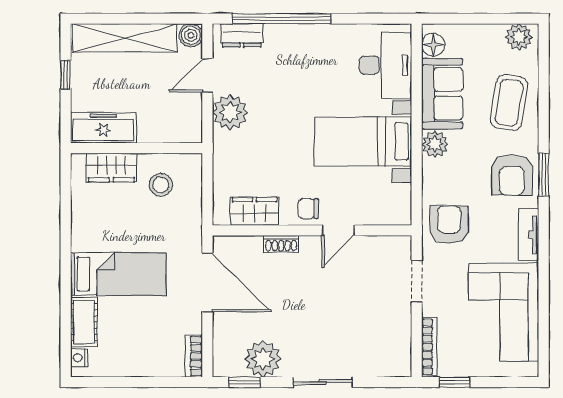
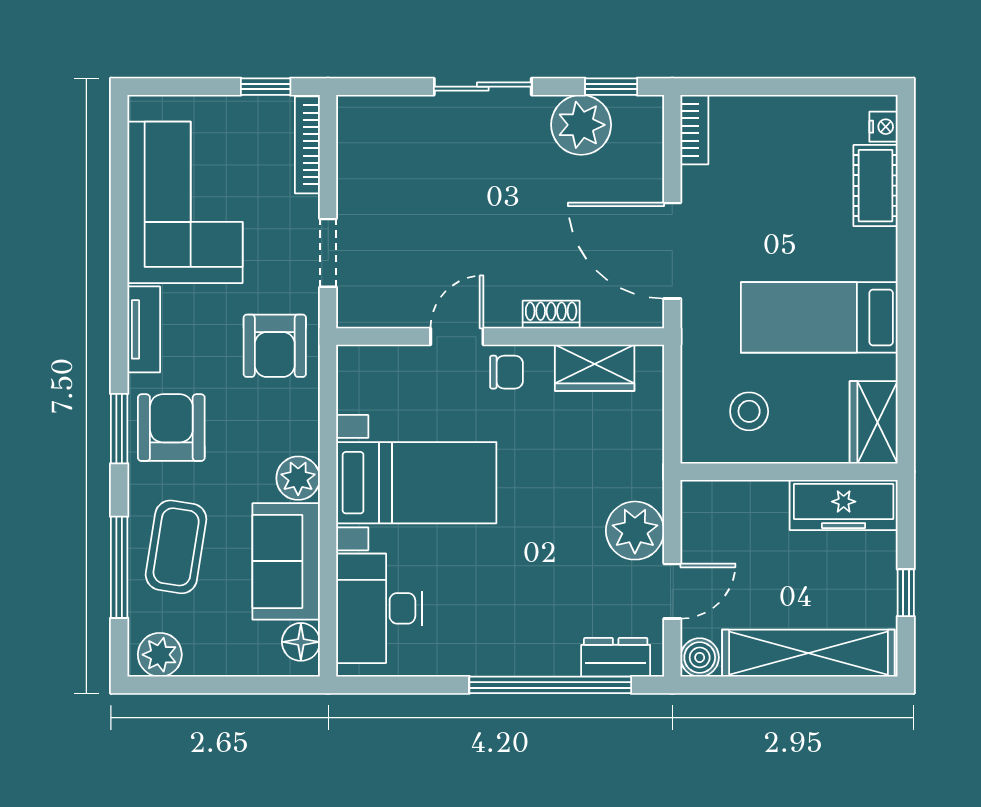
window: (544, 90) -> (119, 567), added
wardrobe: (111, 168) -> (874, 422), moved, turned -90
bed: (118, 274) -> (819, 317), moved

